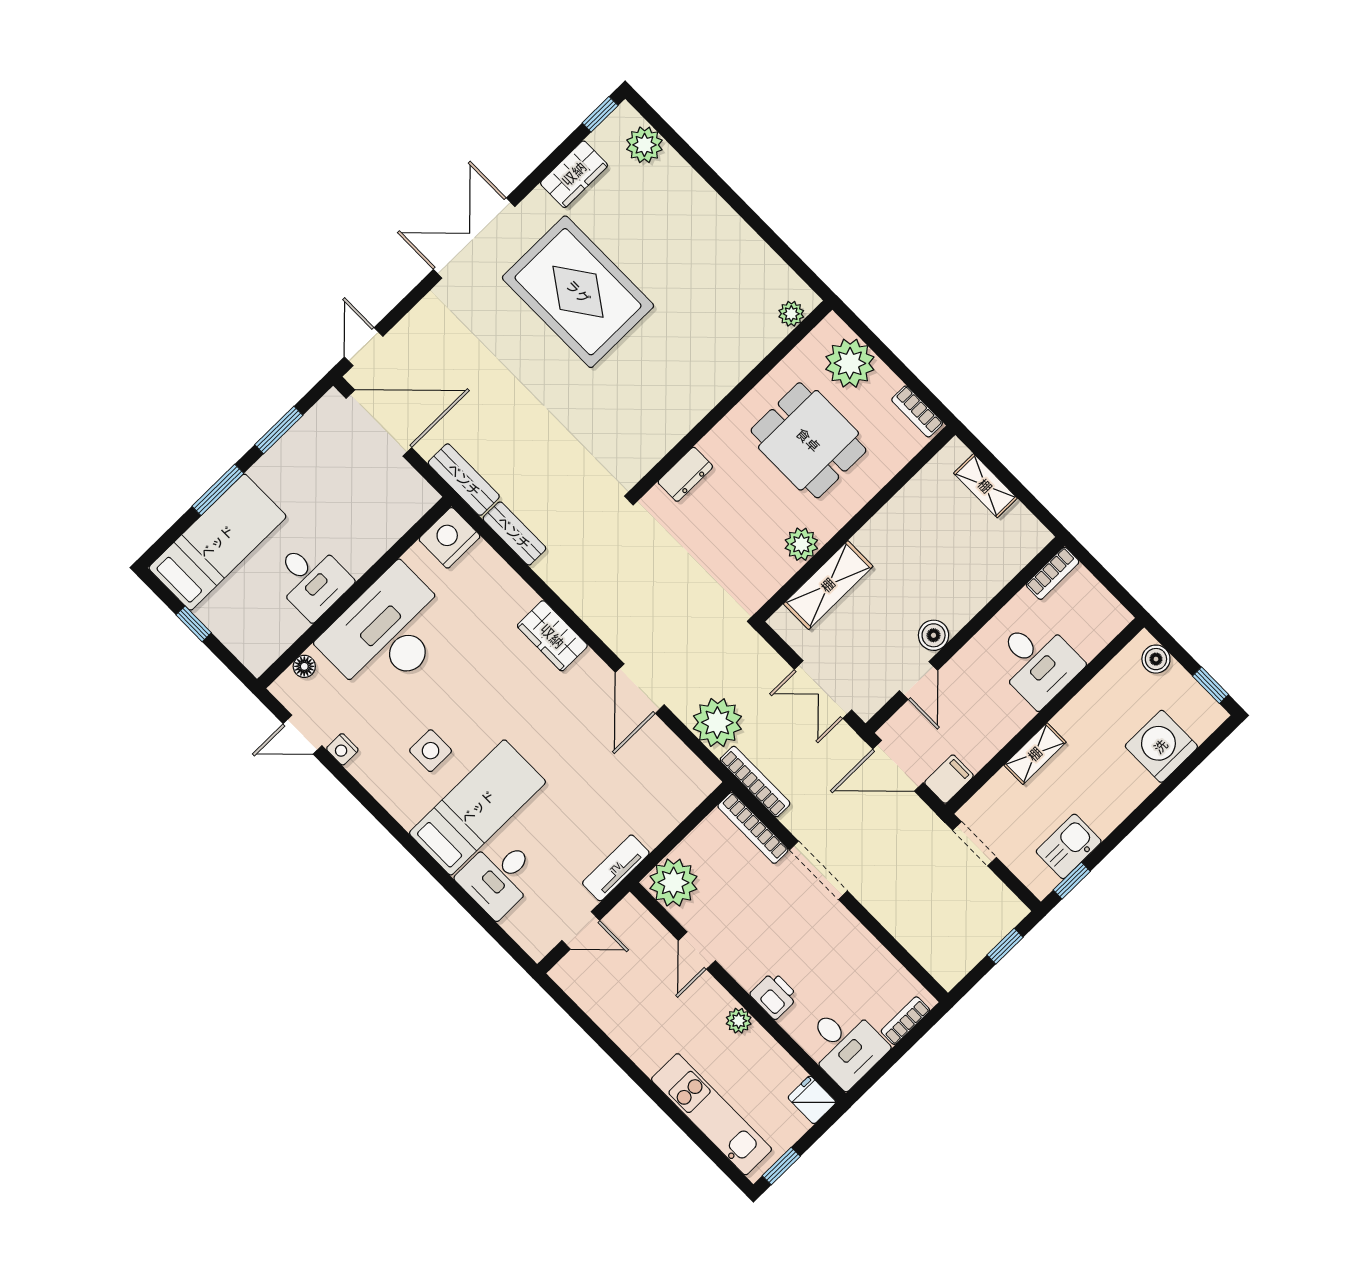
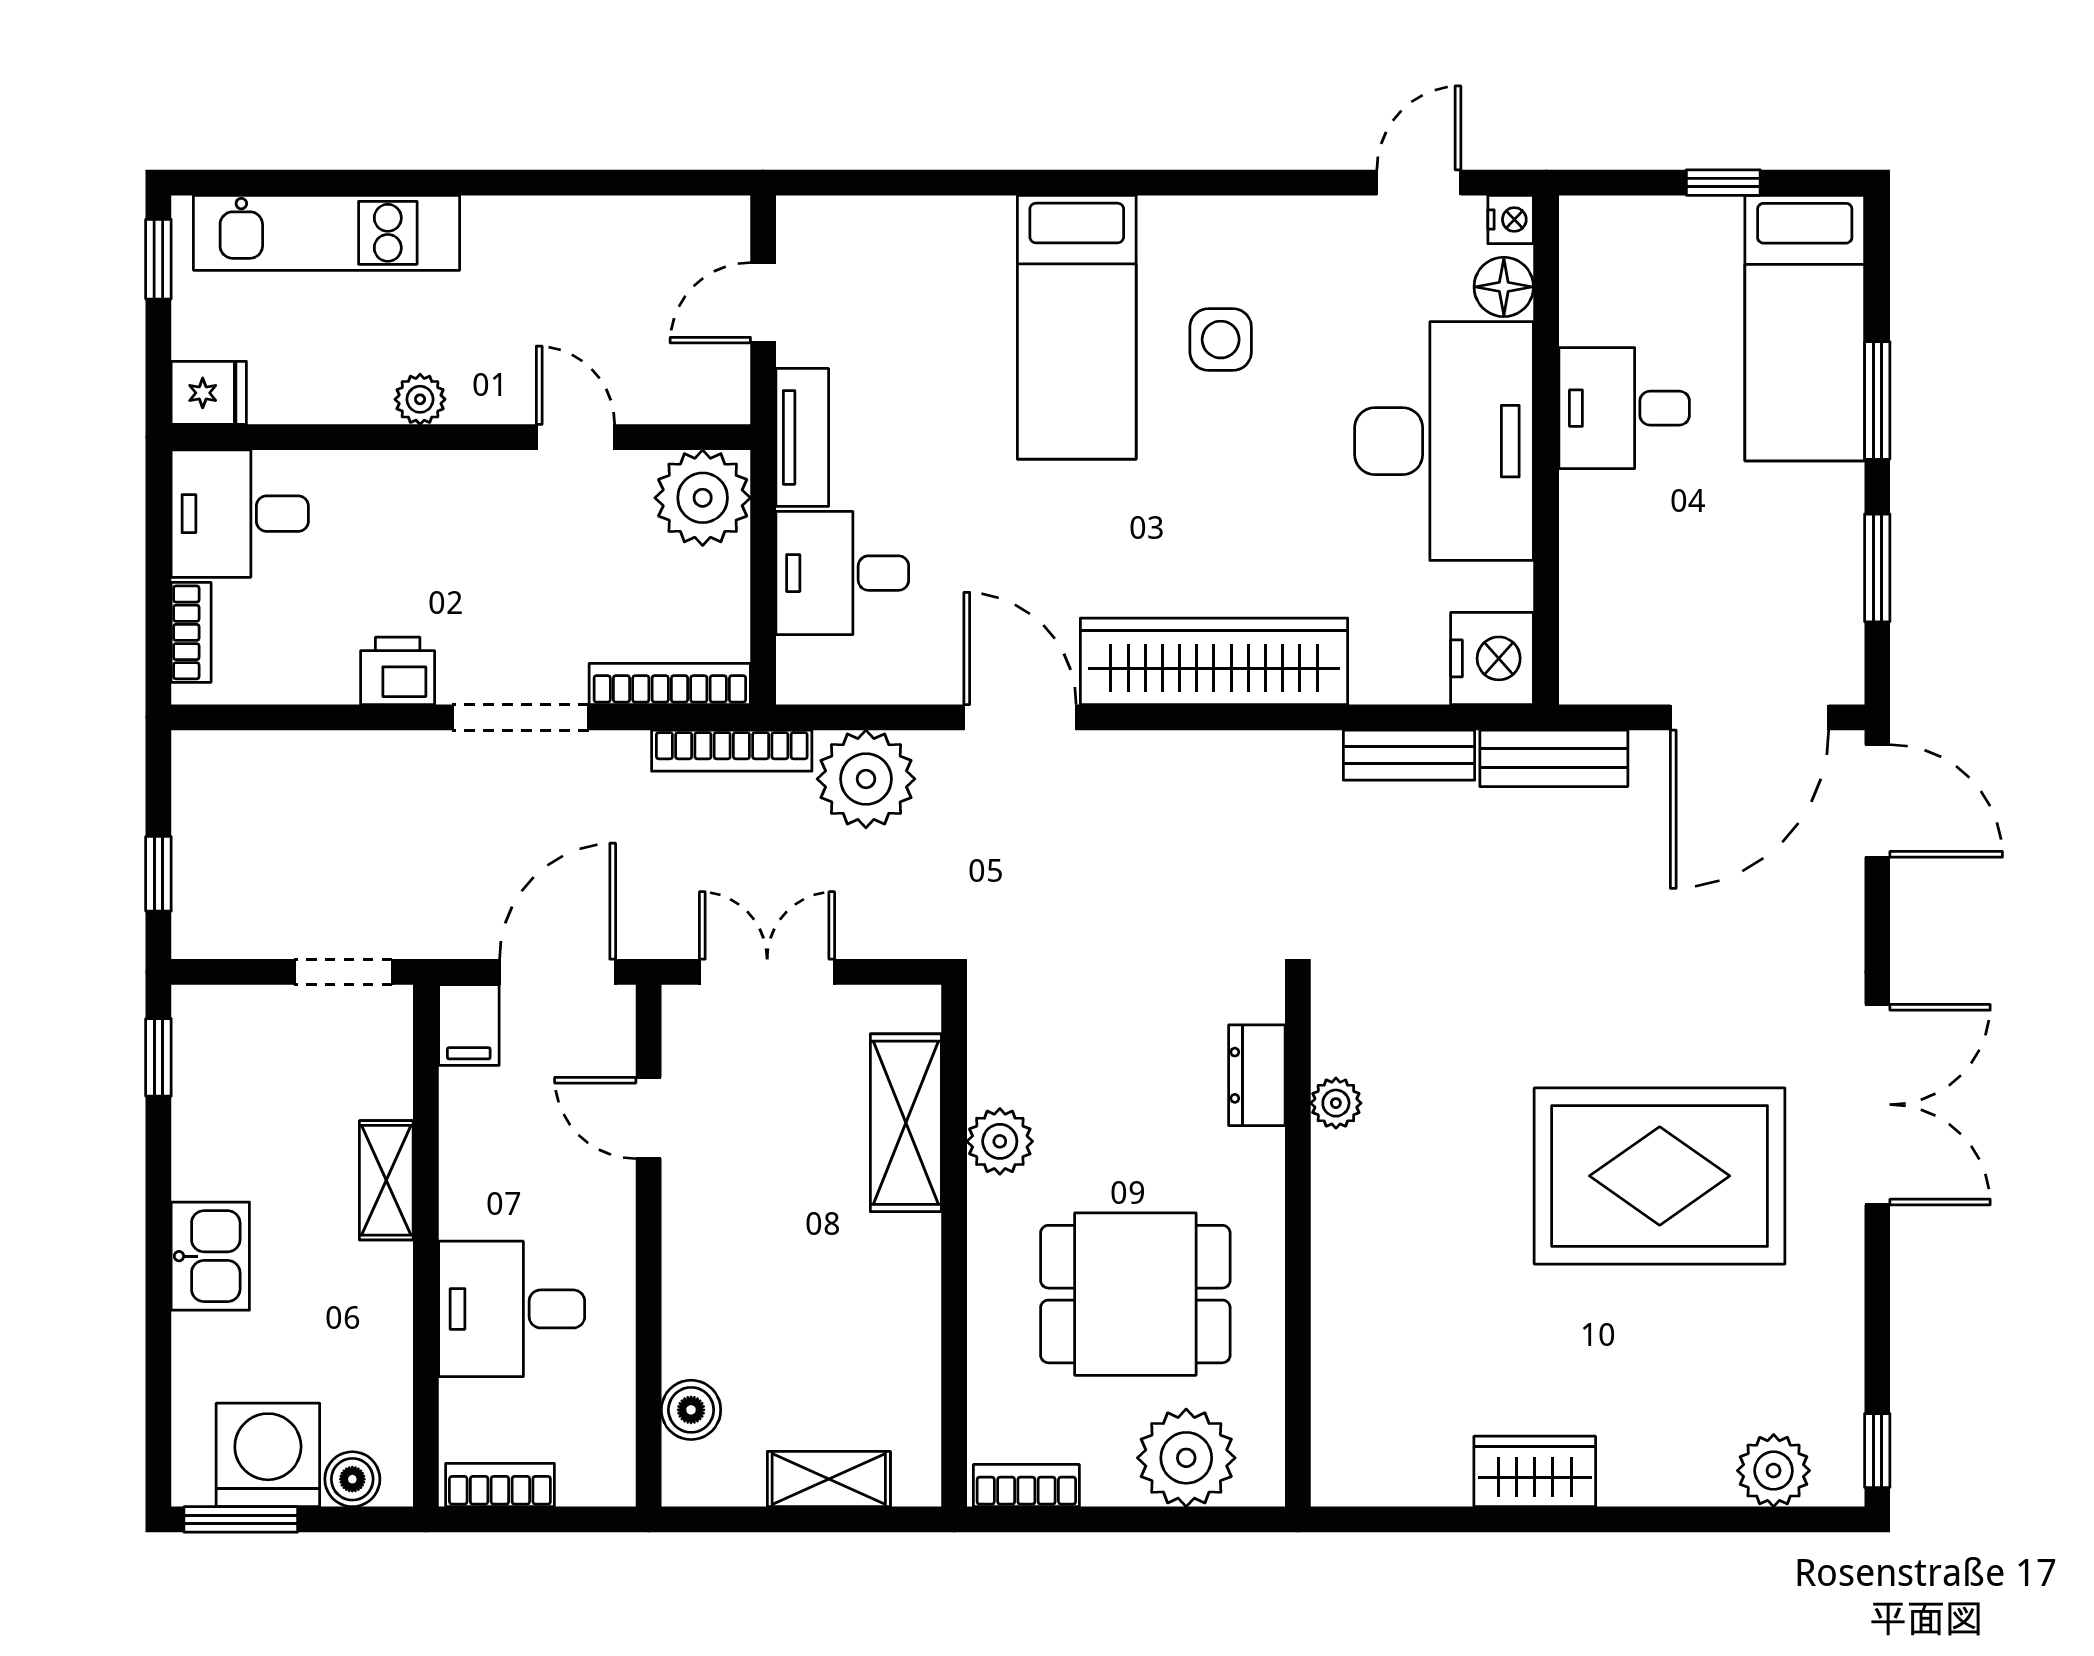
wardrobe: (574, 174) -> (1535, 1471), moved, turned 90
plant: (791, 314) -> (1336, 1103), moved
door: (364, 347) -> (1877, 801), width x1.37
bookcase: (1053, 573) -> (500, 1485), moved, turned 90
boiler: (934, 635) -> (691, 1410), moved
wardrobe: (552, 636) -> (1214, 661), width x2.10, depth x1.17
floor lamp: (304, 666) -> (1504, 287), width x1.37, depth x1.37
window: (1210, 685) -> (241, 1519), width x1.50
washing machine: (1161, 746) -> (268, 1455), moved, turned -90
nightstand: (342, 749) -> (1511, 219), moved, turned 90
kitchen sink: (1069, 846) -> (210, 1256), moved
desk: (499, 877) -> (842, 573), moved, turned -90
printer: (774, 995) -> (398, 671), moved, turned 180

